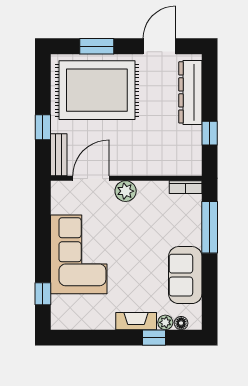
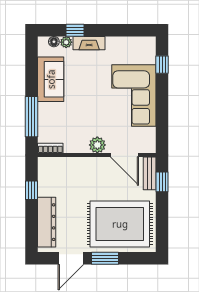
window: (97, 46) -> (105, 258), moved
window: (43, 127) -> (162, 182), moved
door: (91, 178) -> (124, 155), hinge flipped

